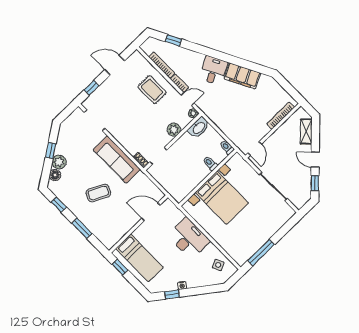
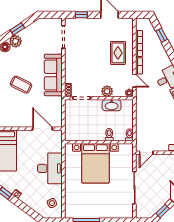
washbasin: (199, 128) -> (112, 105), moved

